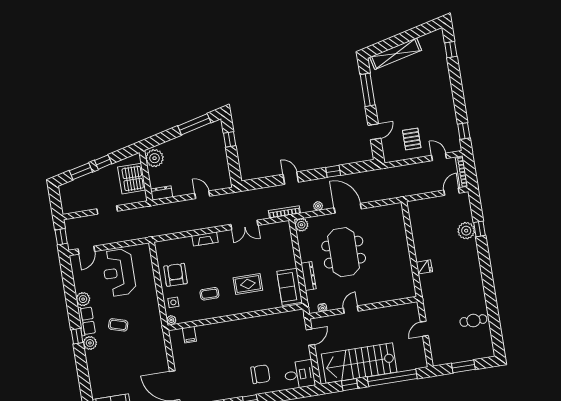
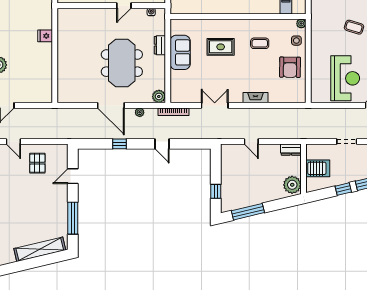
server rack: (132, 179) -> (318, 168), width x0.63
dresser: (309, 276) -> (160, 45), width x0.70
sofa: (290, 287) -> (180, 52), moved

